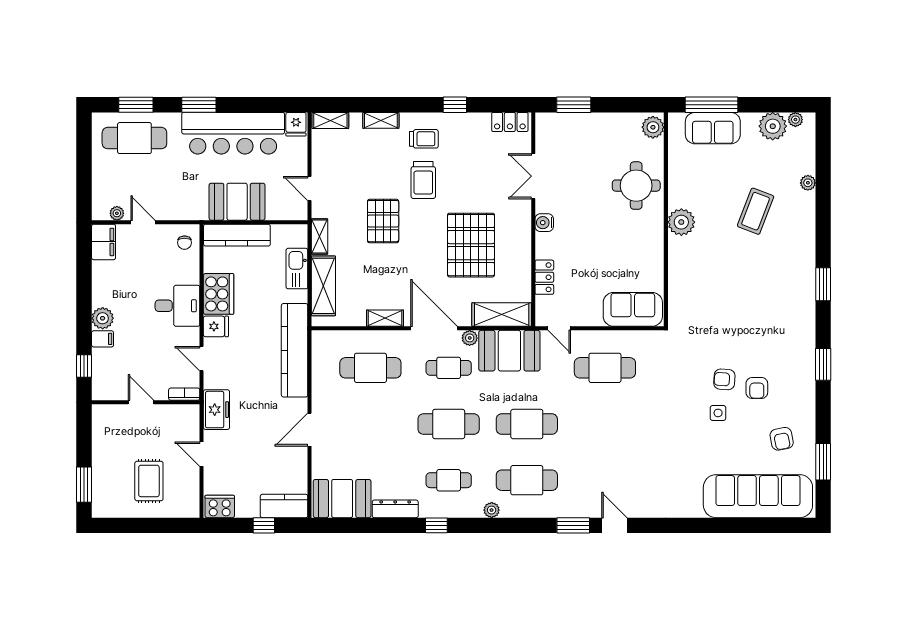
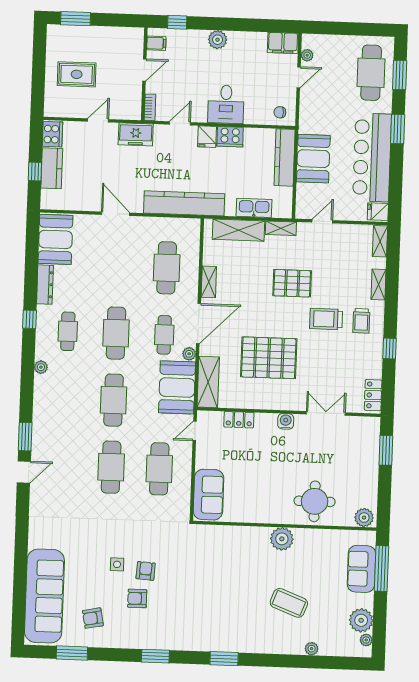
cooker: (219, 294) -> (230, 137), width x0.73, depth x0.76
filing cabinet: (103, 339) -> (156, 43), moved, turned -90
cafe table: (527, 480) -> (111, 467), moved
kitchen counter: (284, 506) -> (52, 168), moved

